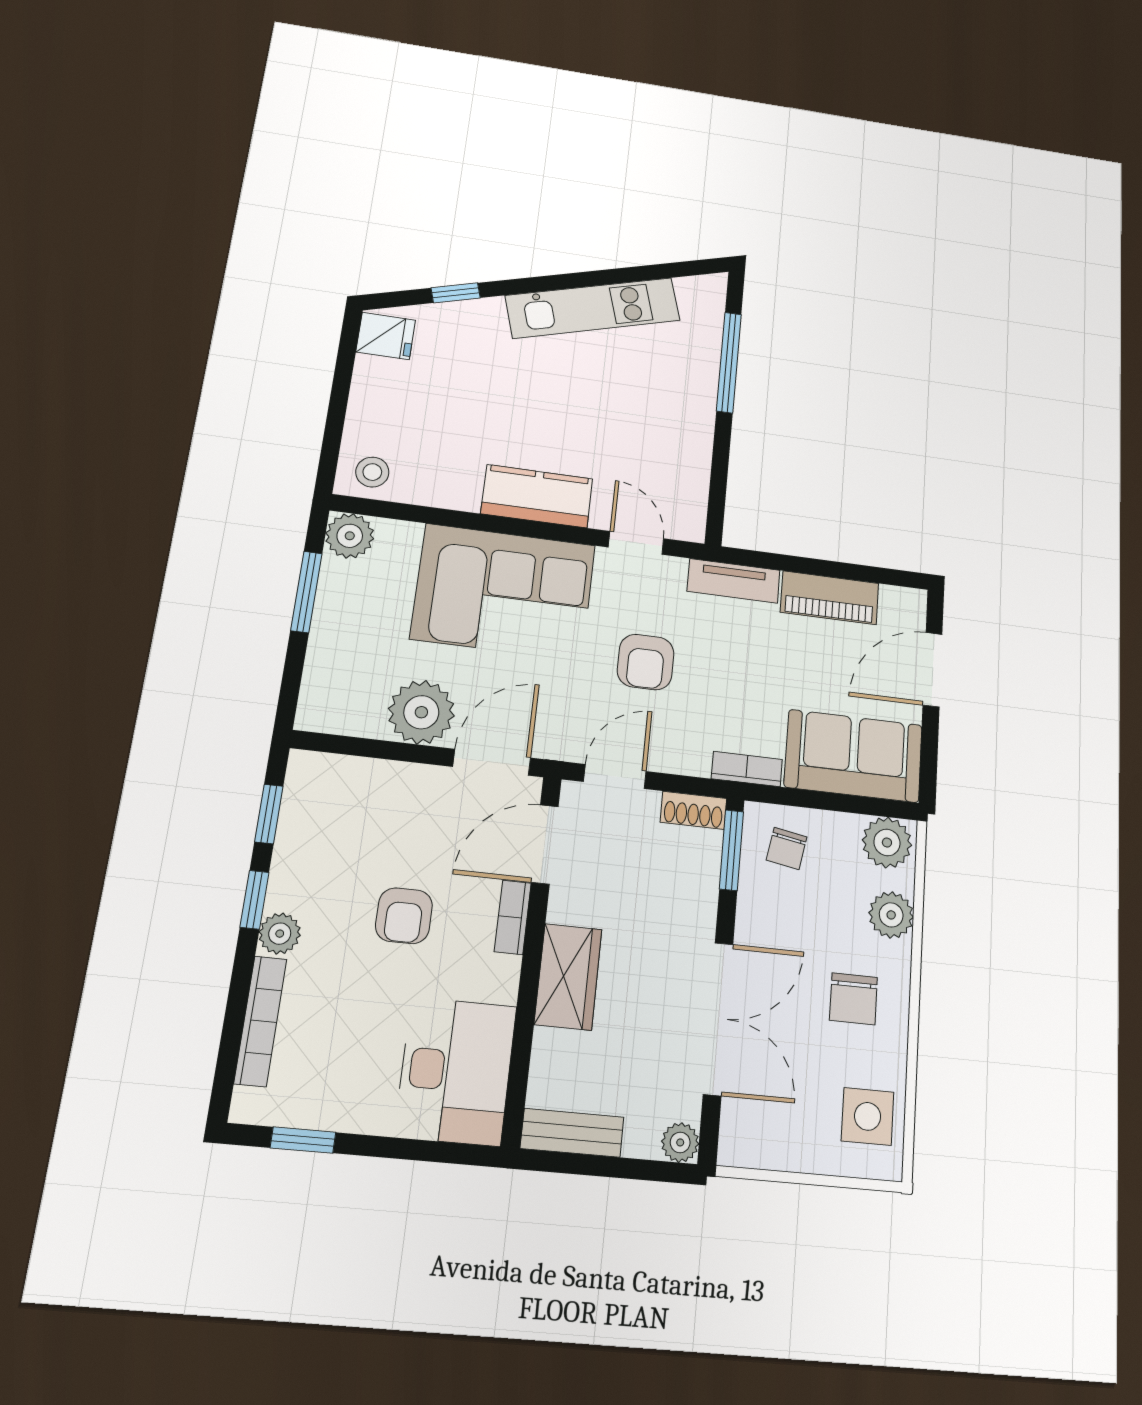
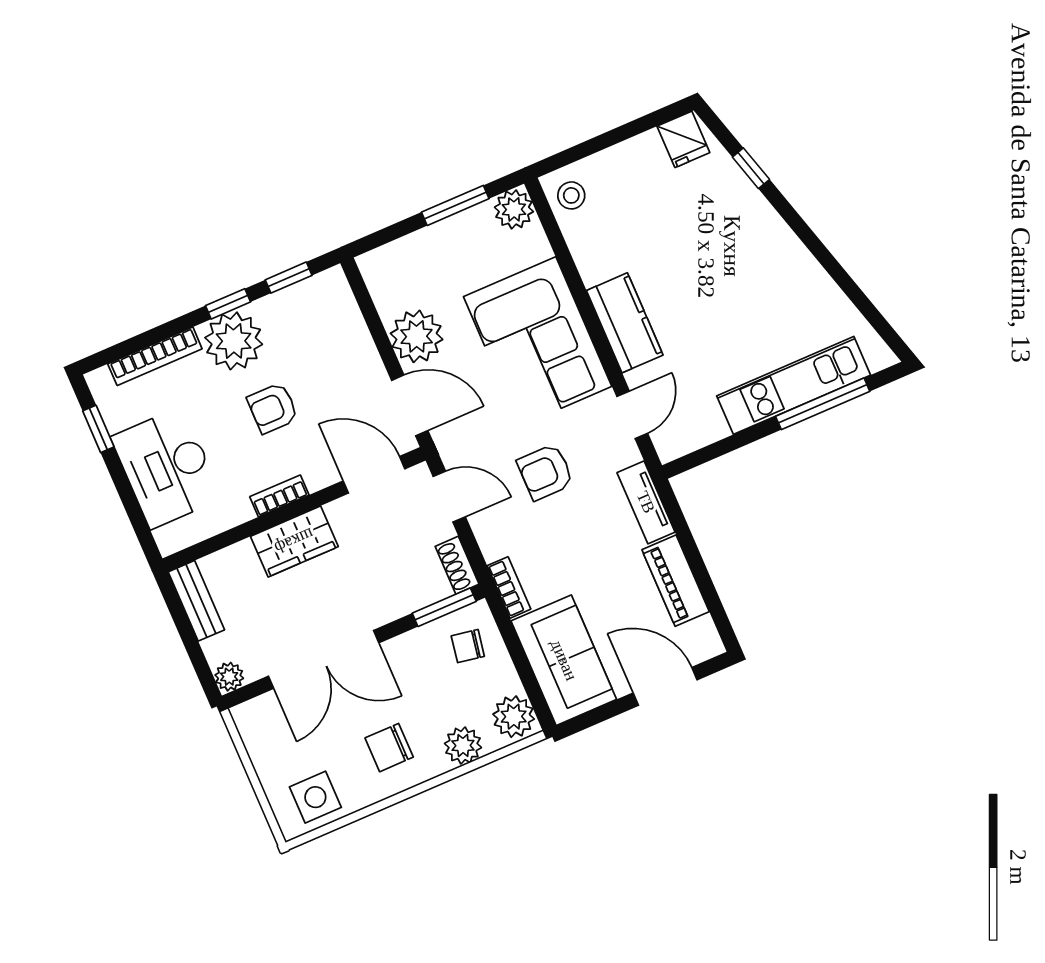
kitchen unit: (593, 308) -> (794, 385), moved, turned 106
bookcase: (513, 917) -> (279, 496), moved
plant: (280, 934) -> (234, 341), width x1.88, depth x1.88
desk: (456, 1071) -> (167, 468), moved, turned 90

